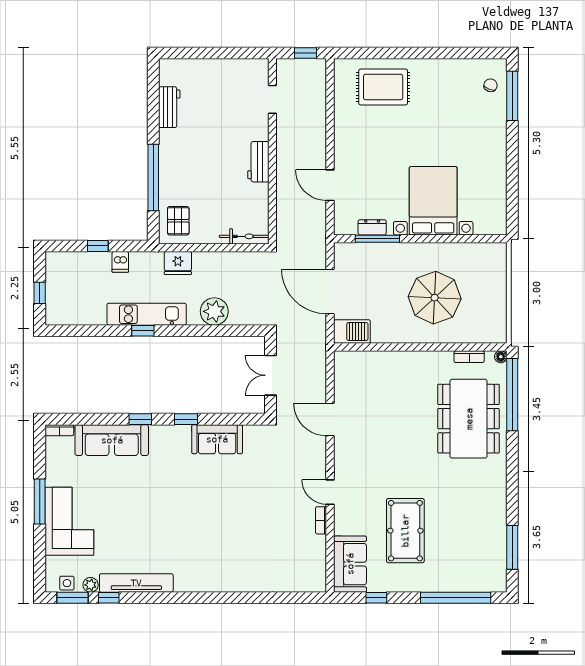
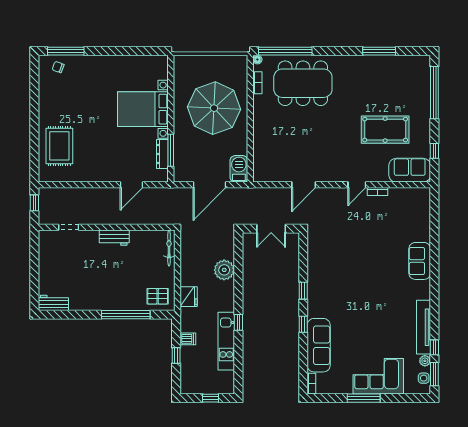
workbench: (169, 107) -> (53, 303), moved
dresser: (372, 227) -> (162, 154), width x1.44
parasol: (435, 298) -> (214, 108), width x1.36, depth x1.36
kitchen unit: (147, 314) -> (226, 341), moved
sofa: (217, 439) -> (420, 261), moved, turned 180
window: (512, 547) -> (379, 51), moved

